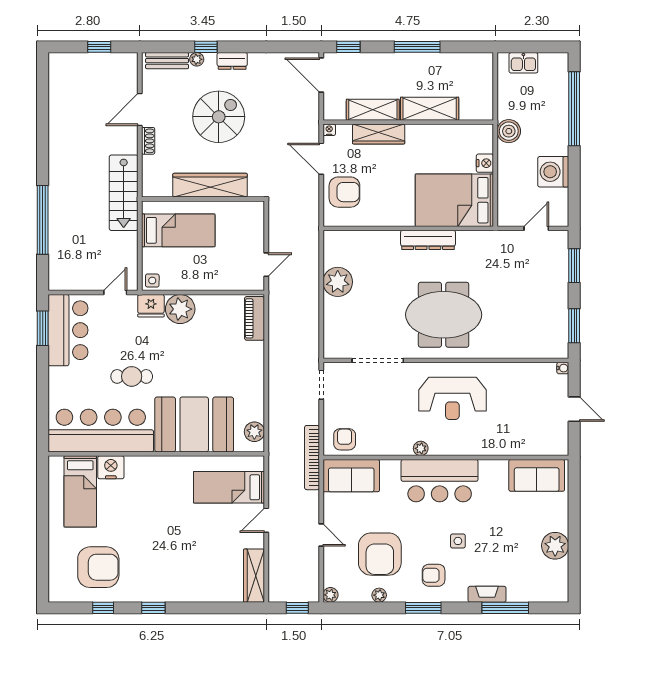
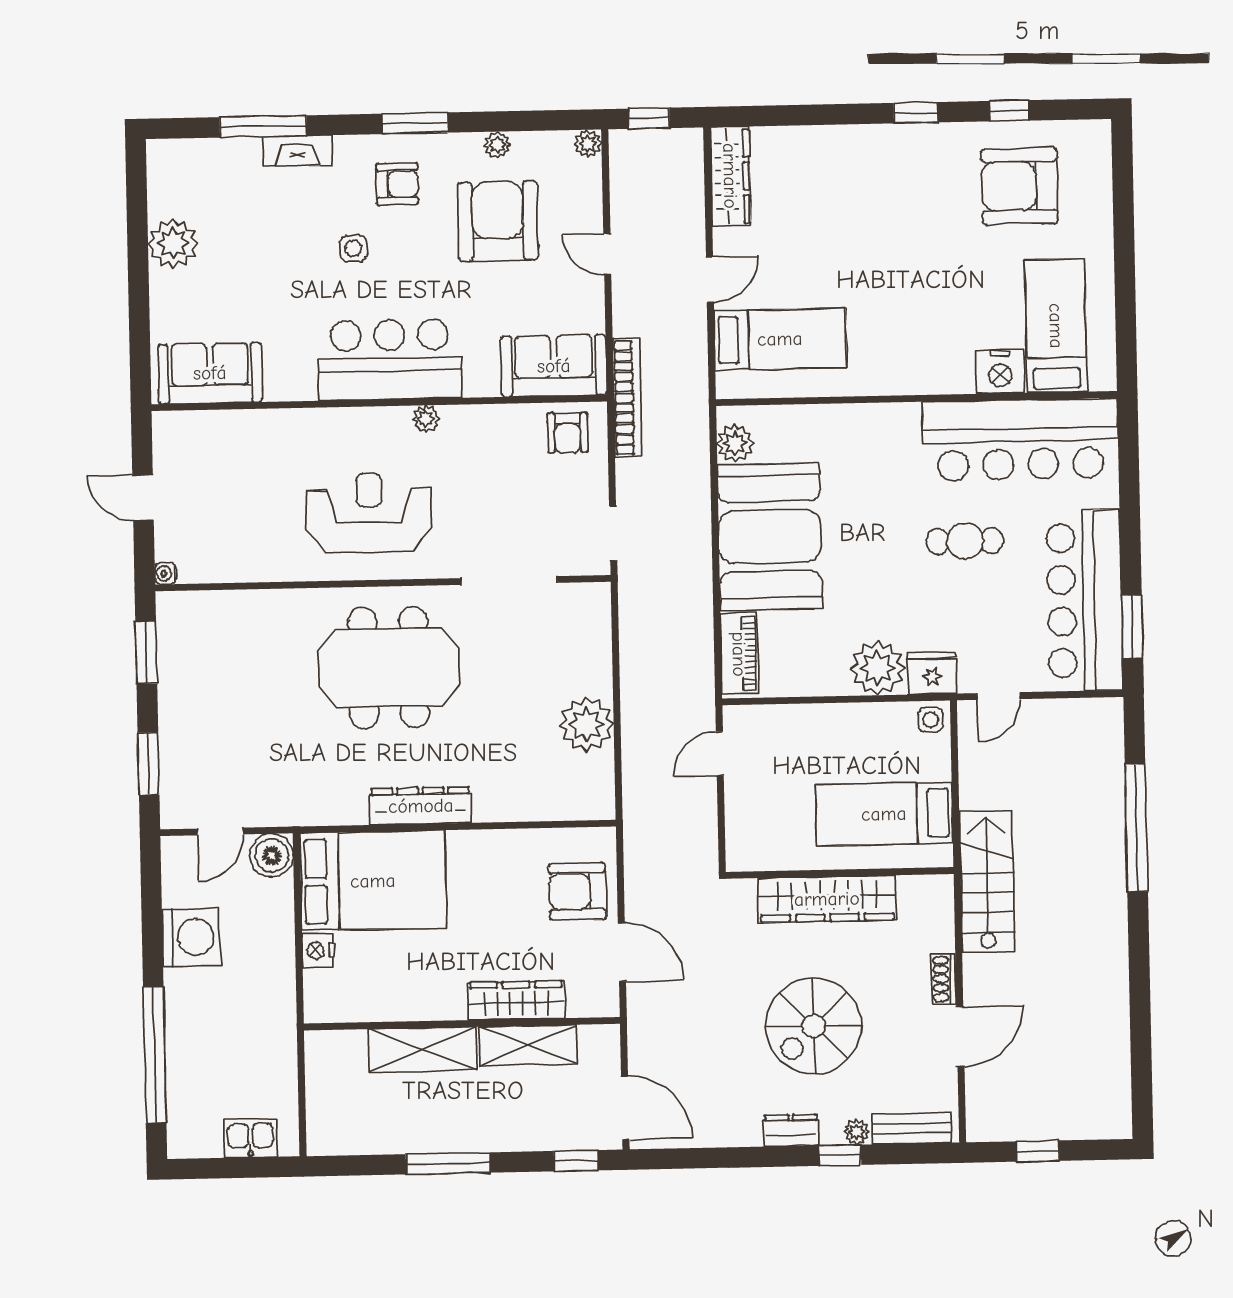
nightstand: (329, 130) -> (608, 1006), removed
boiler: (509, 131) -> (272, 855), moved
bar counter: (68, 330) -> (1085, 600), width x1.36
booth: (194, 424) -> (770, 537), moved, turned 90

